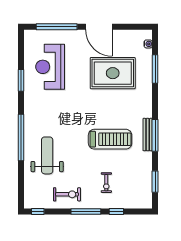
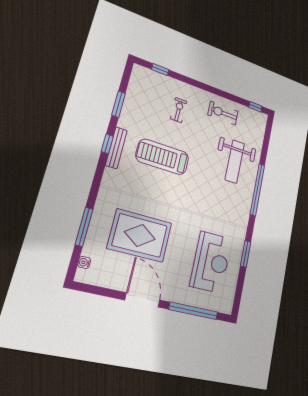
window: (155, 135) -> (107, 144), width x0.46
window: (155, 182) -> (118, 104), moved
window: (86, 211) -> (207, 88), removed
window: (116, 211) -> (160, 70), moved

